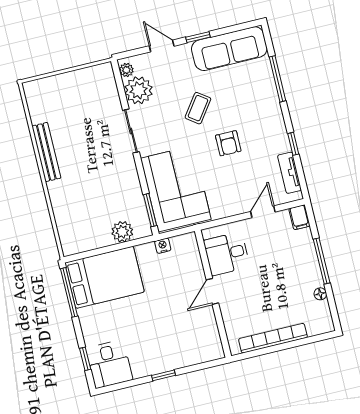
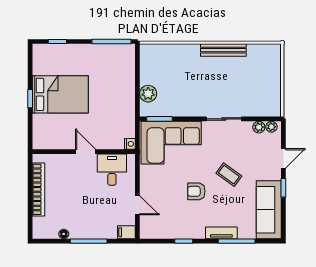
plant: (138, 90) -> (259, 127), width x0.53, depth x0.53
tv unit: (289, 173) -> (221, 233), moved
nightstand: (163, 246) -> (130, 144), moved
bed: (105, 277) -> (60, 94), moved, turned -90
desk: (109, 364) -> (49, 59), removed

